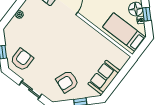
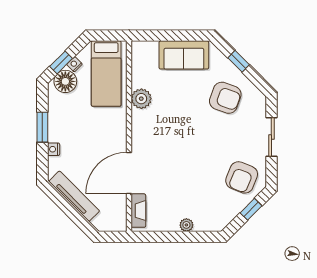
plant: (99, 40) -> (141, 99), added
armchair: (22, 60) -> (242, 177), turned -68

